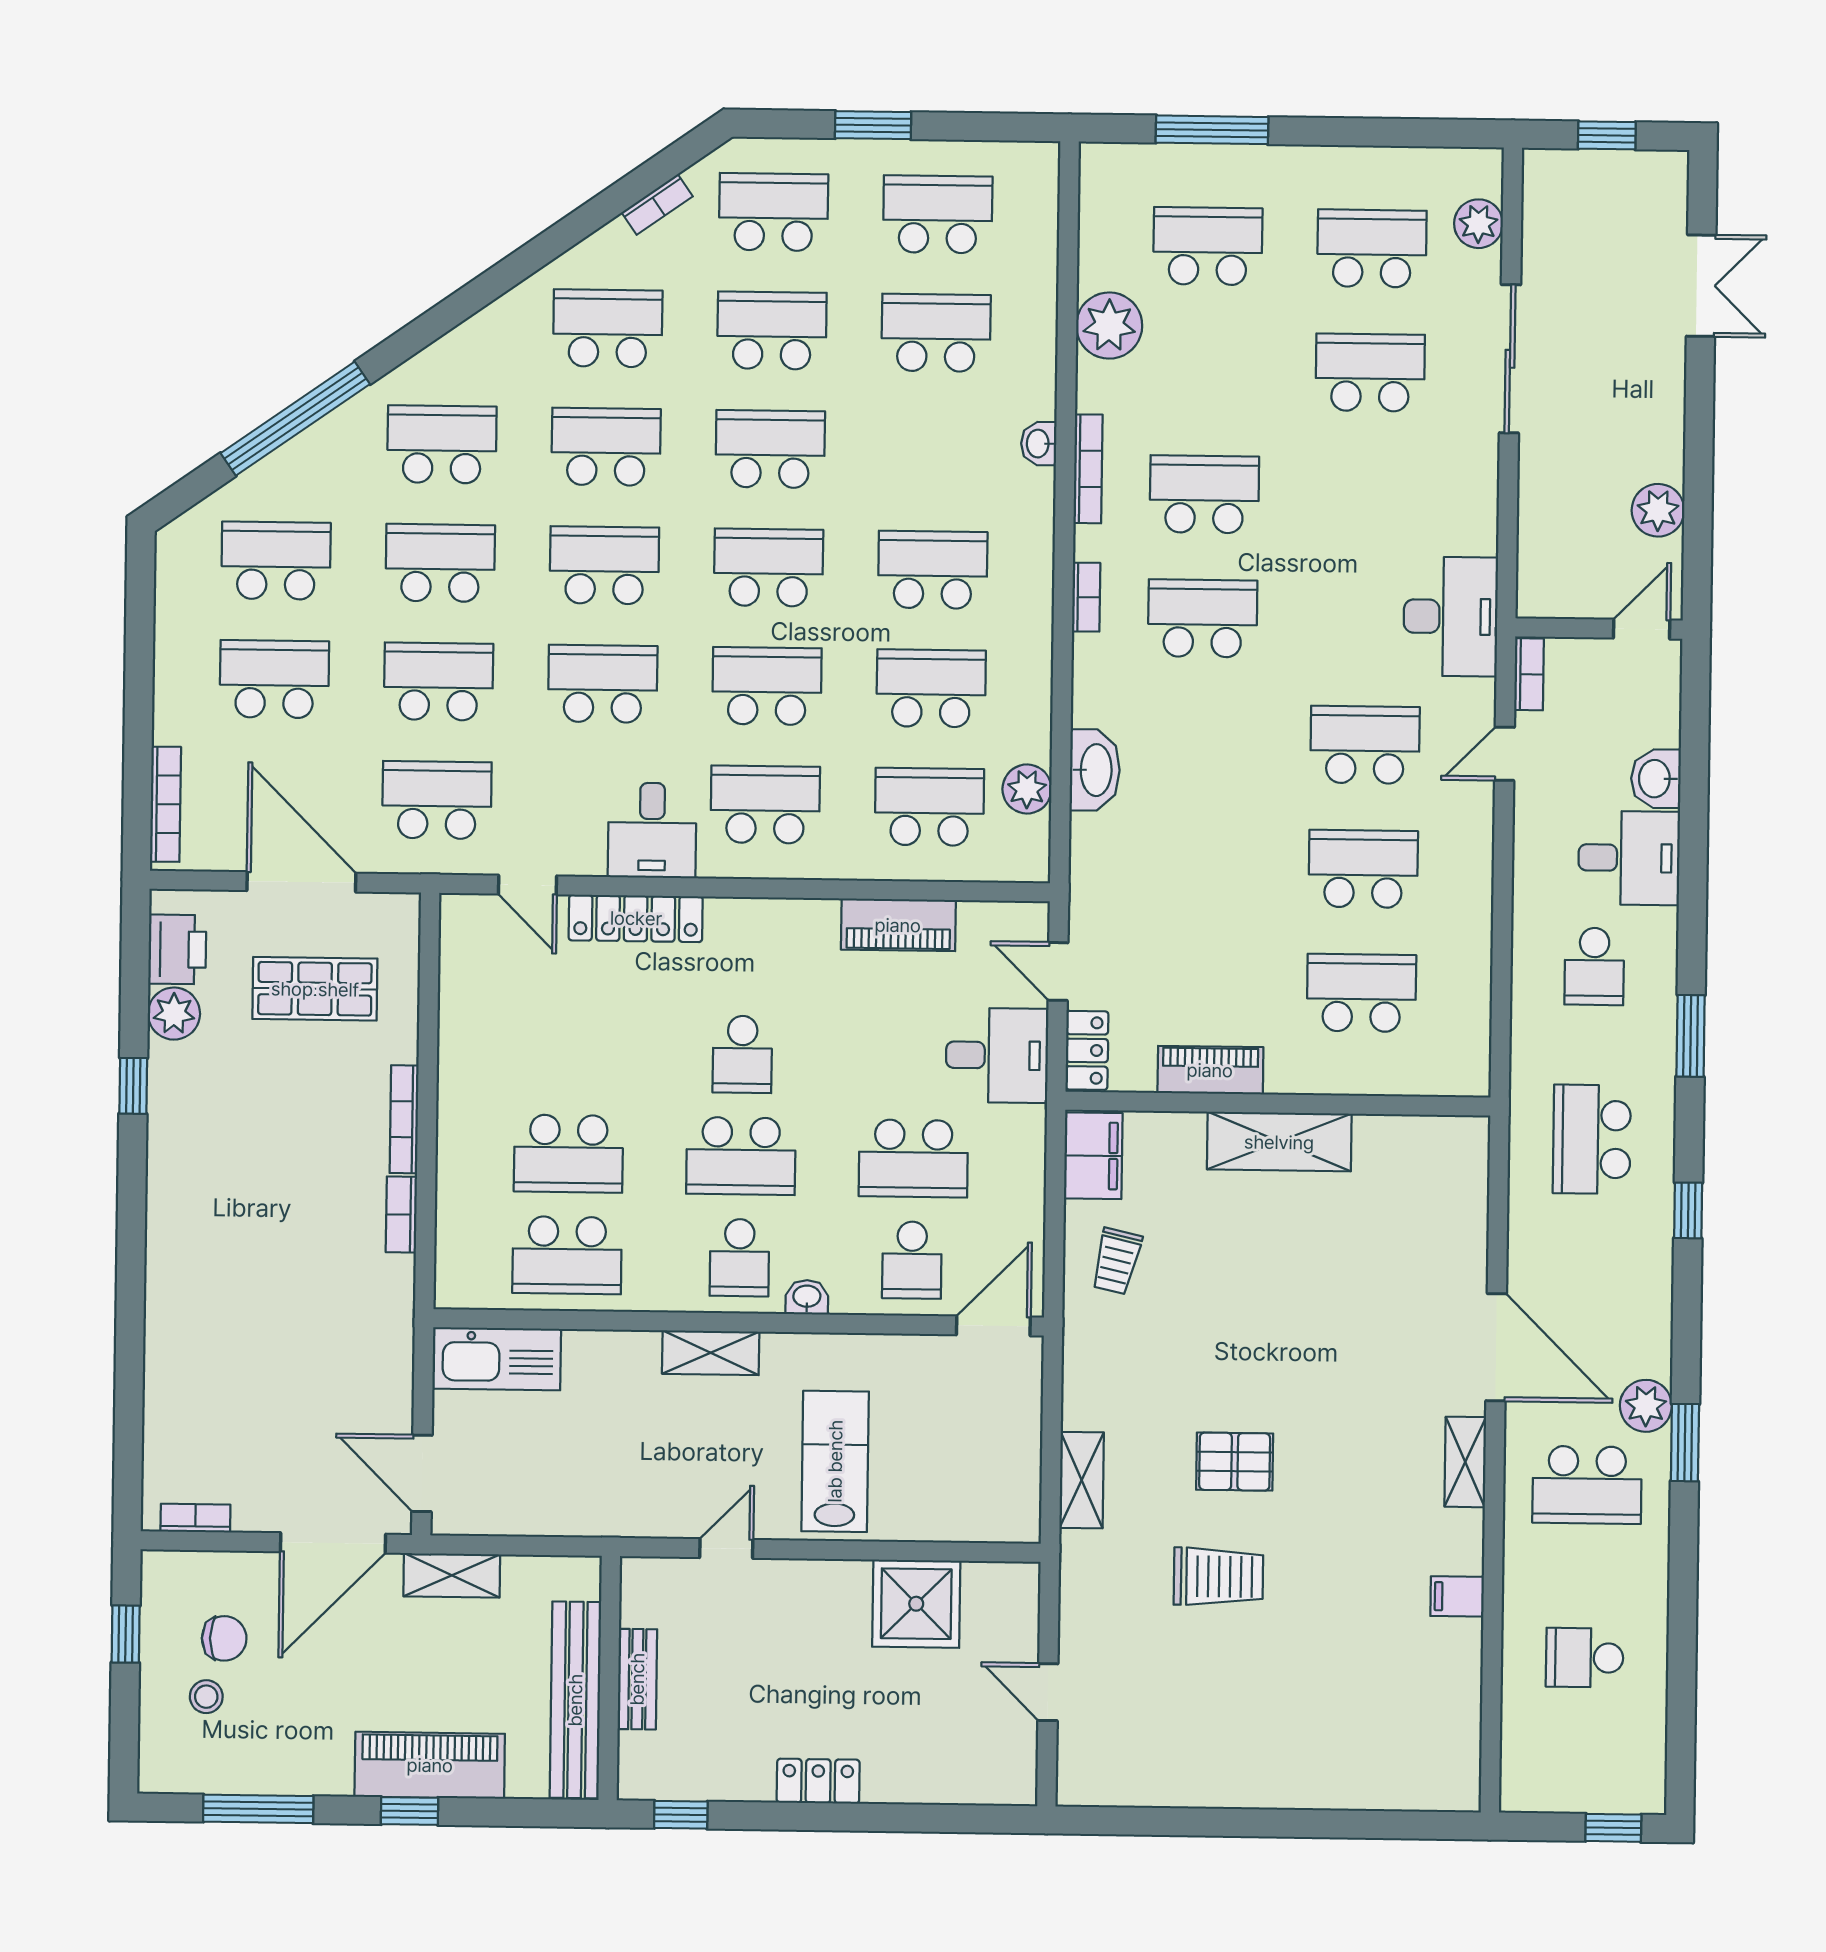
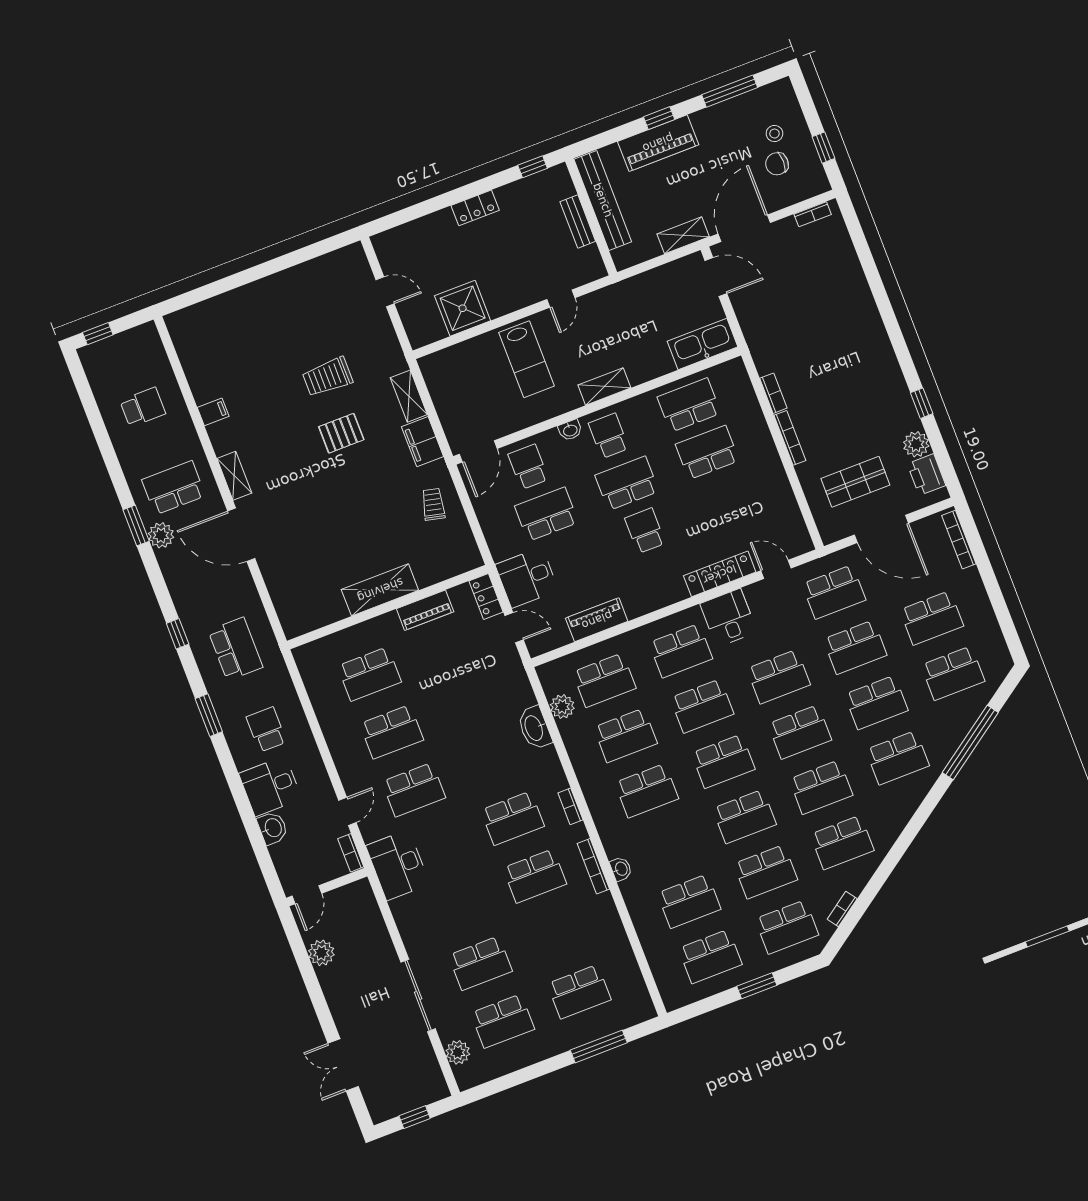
plant: (1109, 326) -> (610, 937), removed
filing cabinet: (1093, 1156) -> (422, 442), moved

